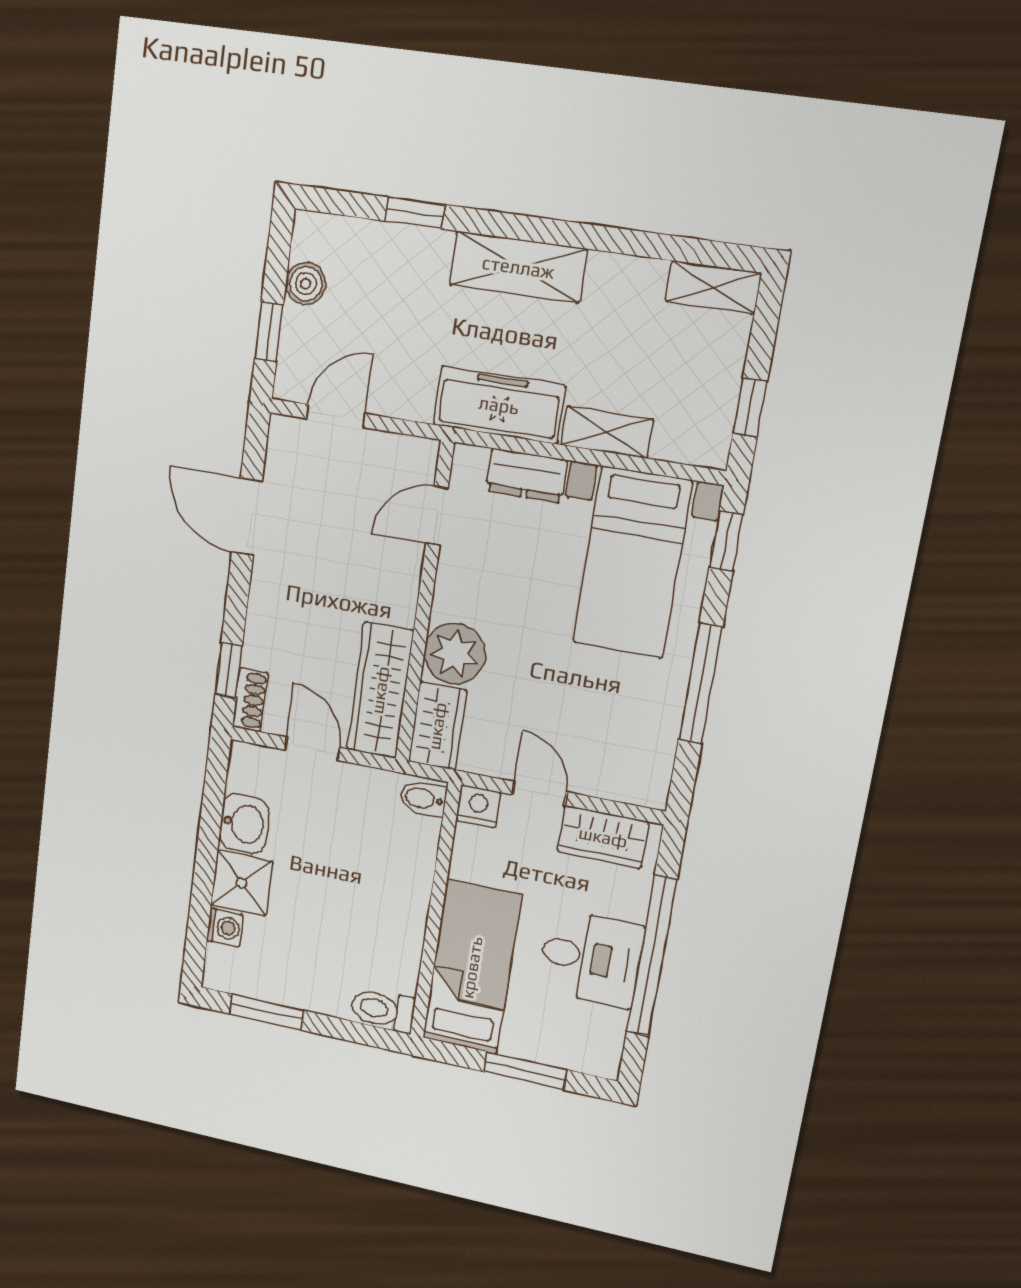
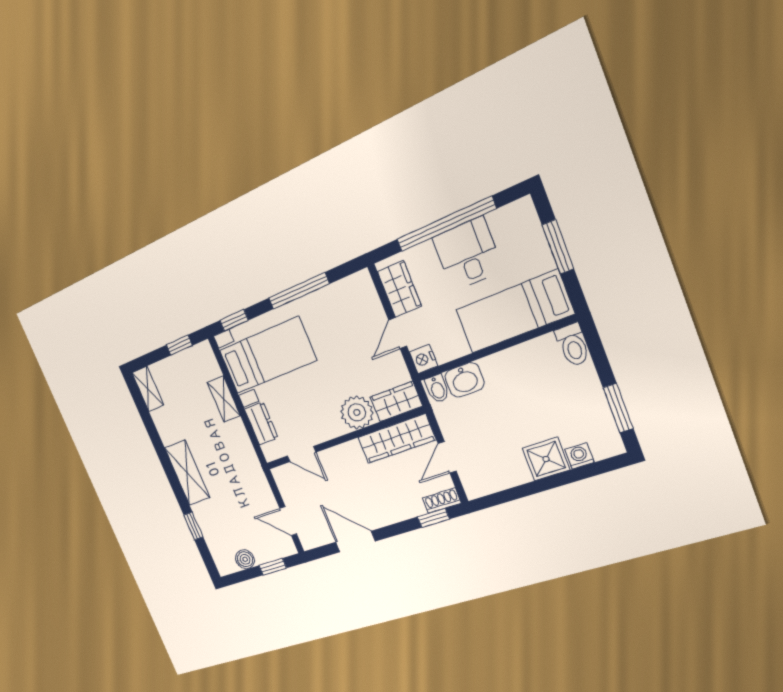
freezer: (499, 405) -> (241, 451), removed
door: (247, 517) -> (355, 542), swing flipped
washbasin: (244, 824) -> (464, 380), moved, turned 180

